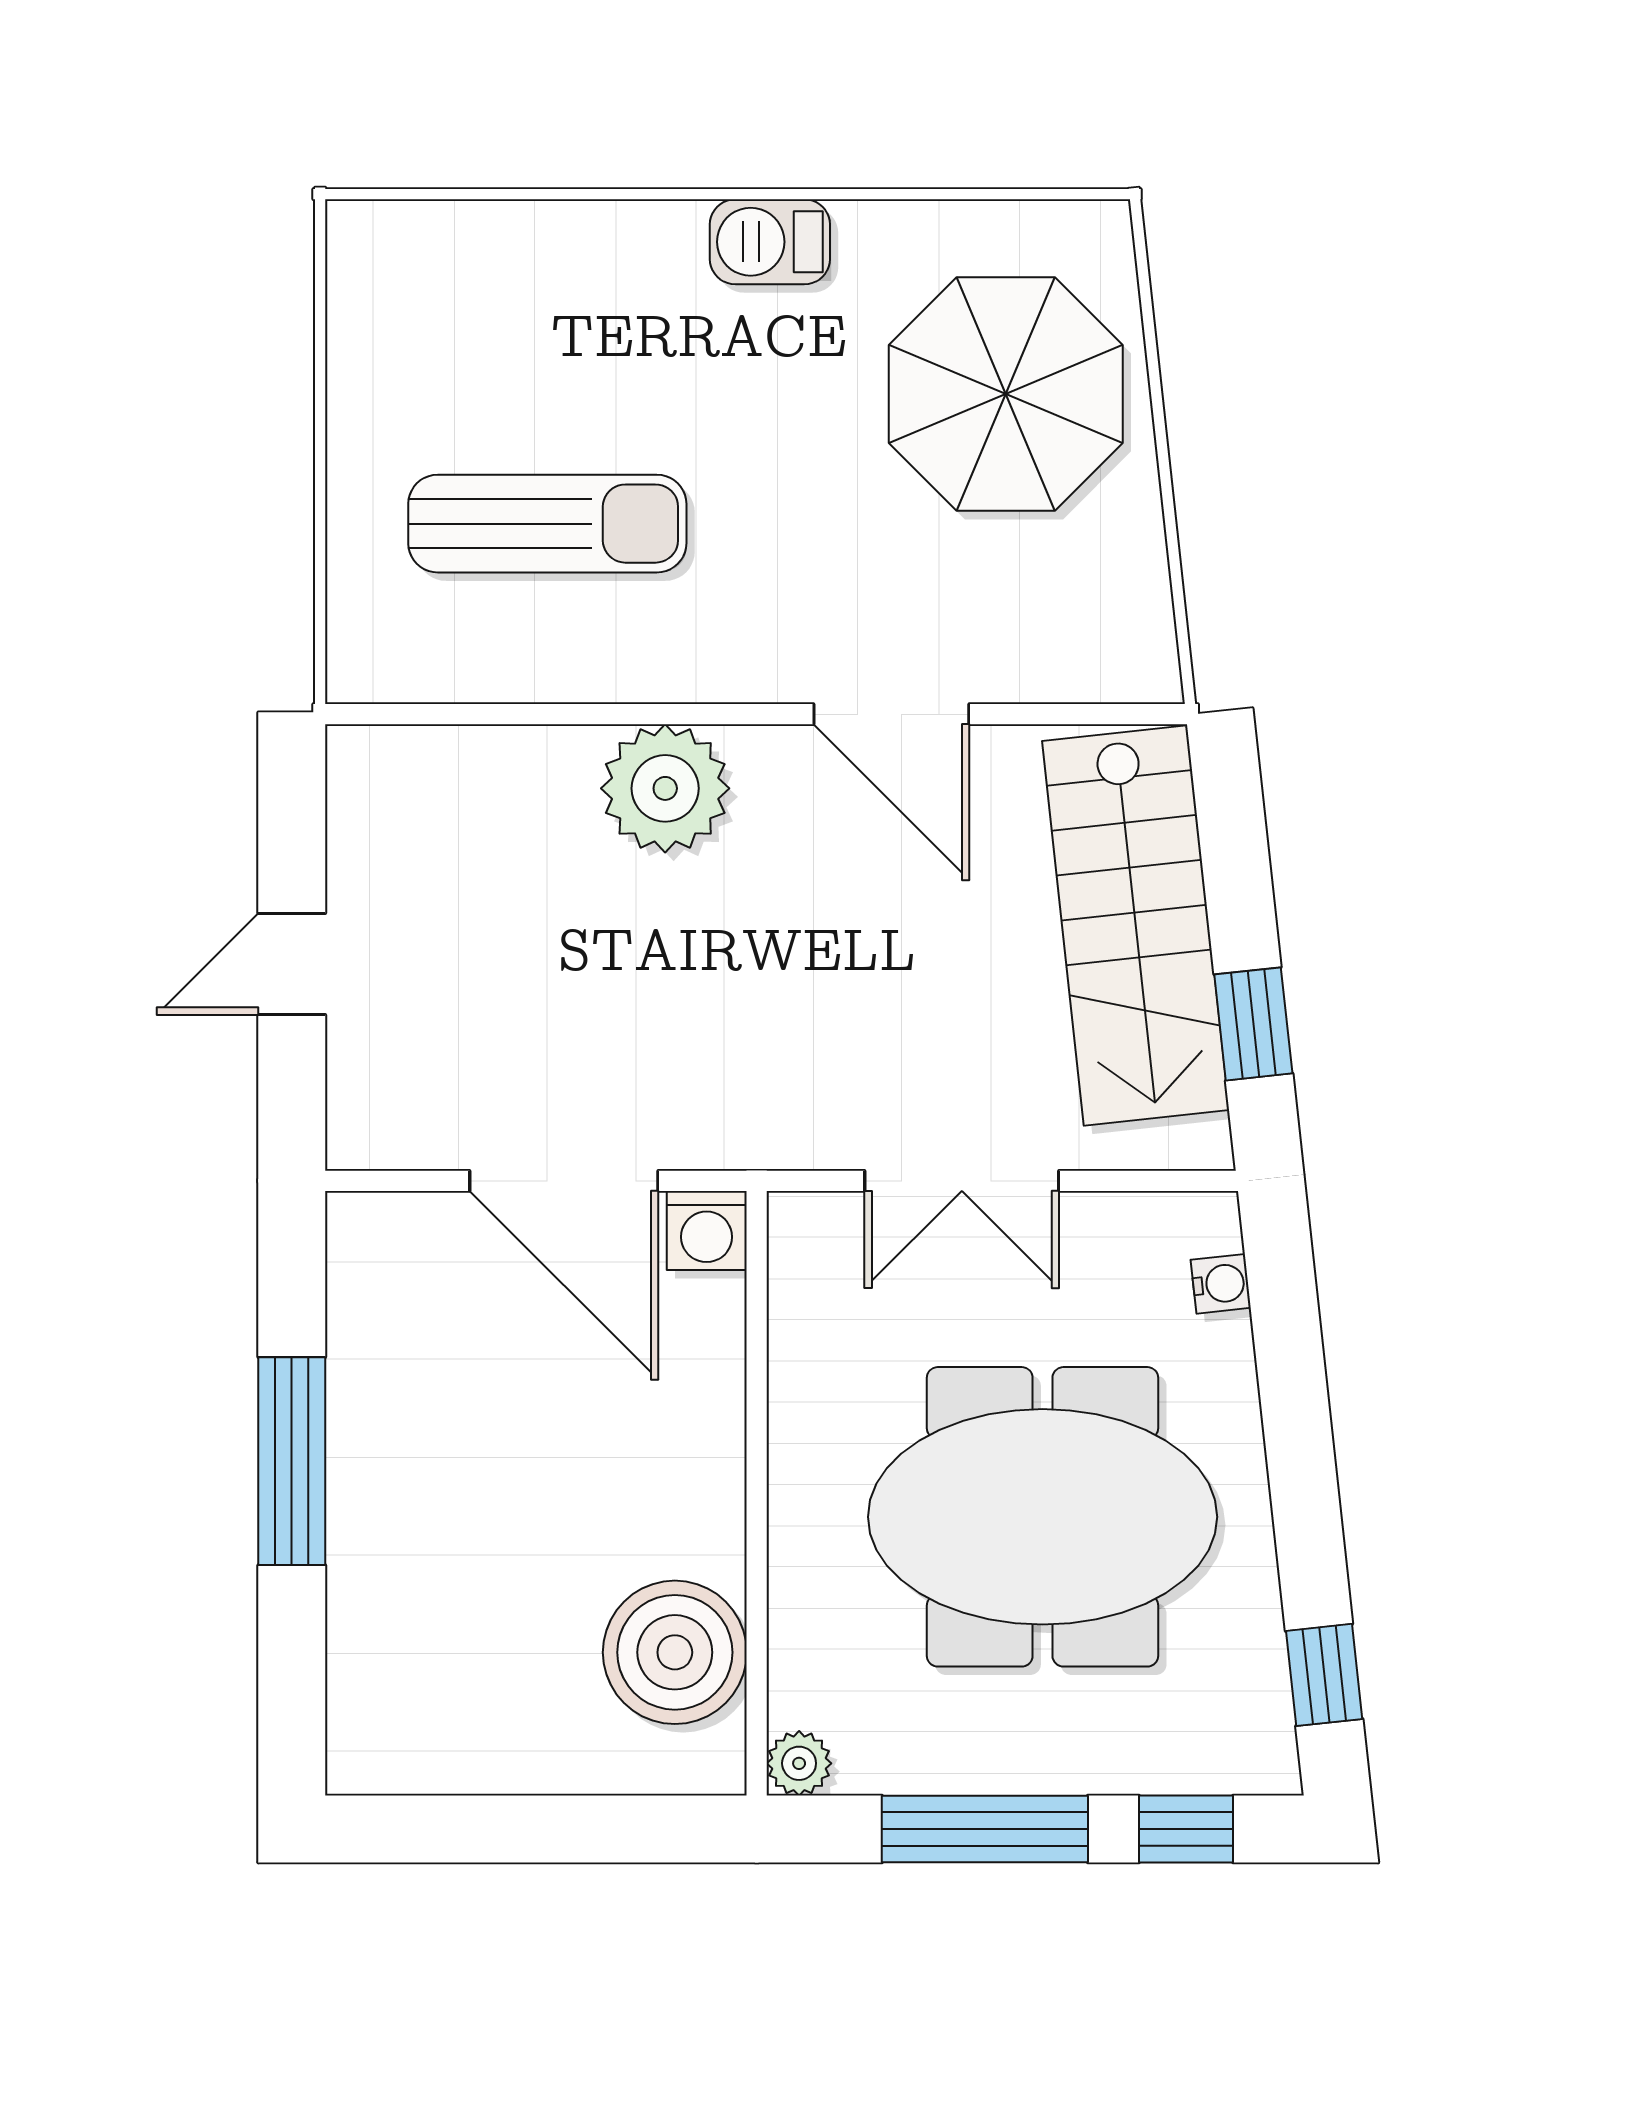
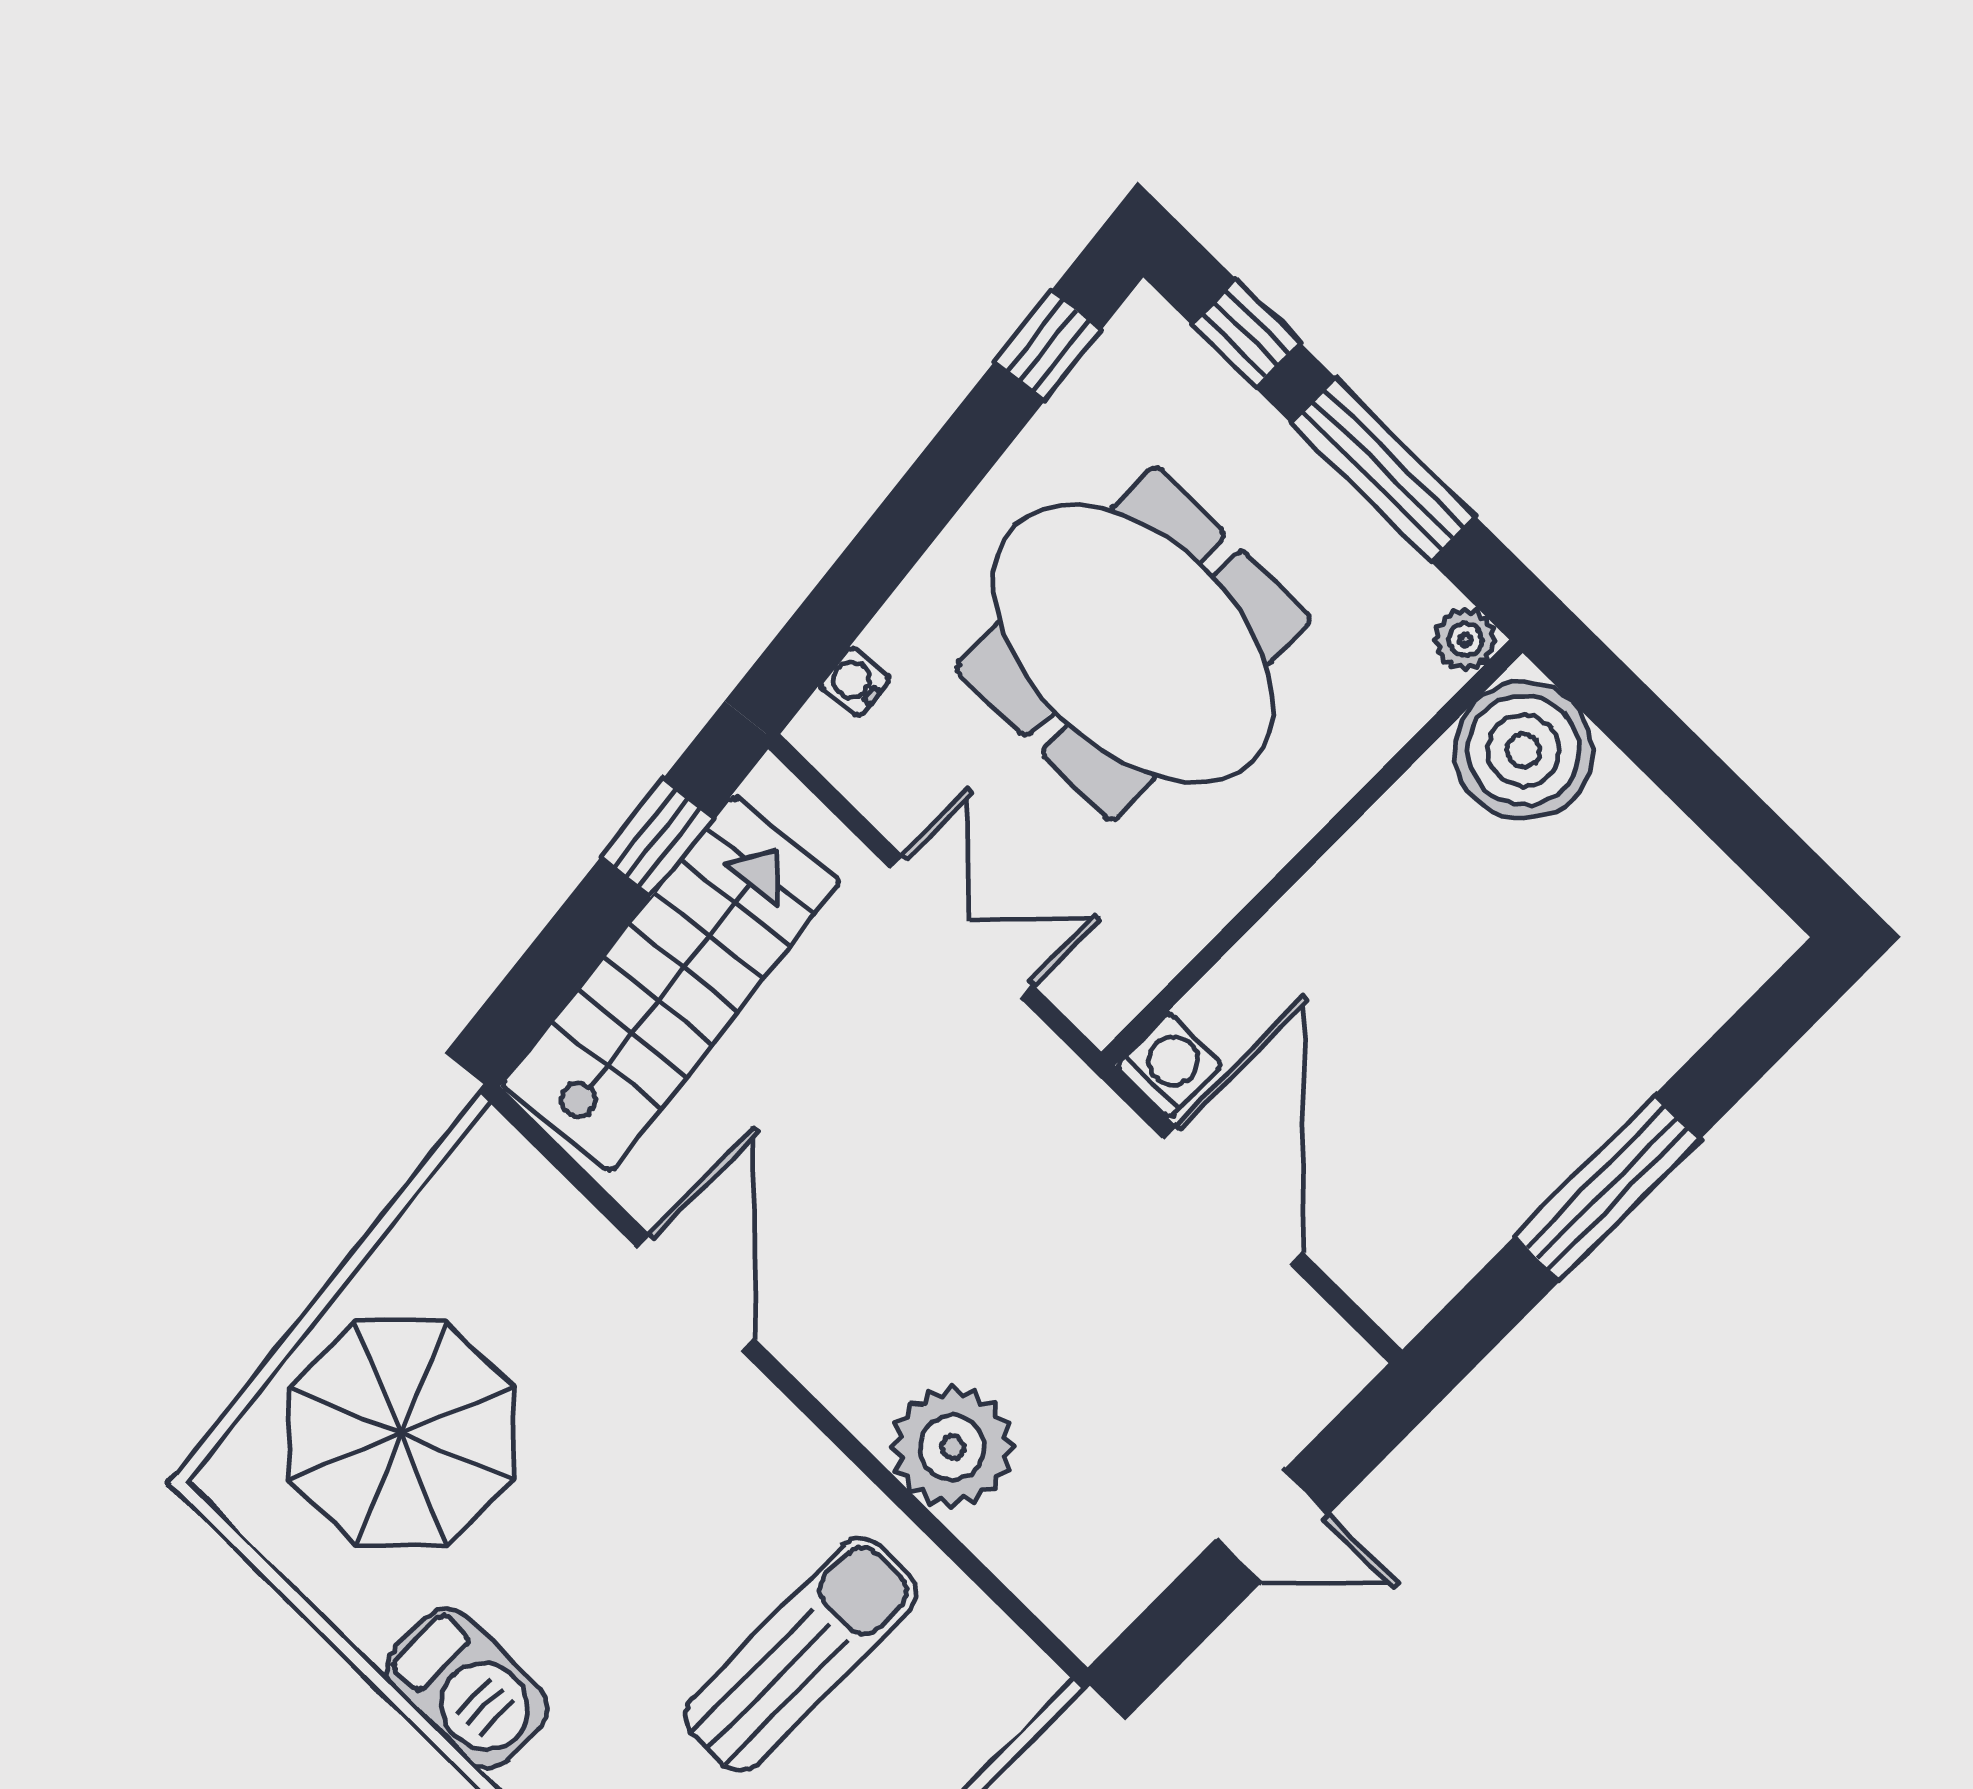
barbecue: (770, 242) -> (467, 1689), width x1.38, depth x1.27
sun lounger: (547, 524) -> (801, 1654), turned 90
plant: (665, 788) -> (952, 1447), moved
boiler: (675, 1652) -> (1523, 750), moved

